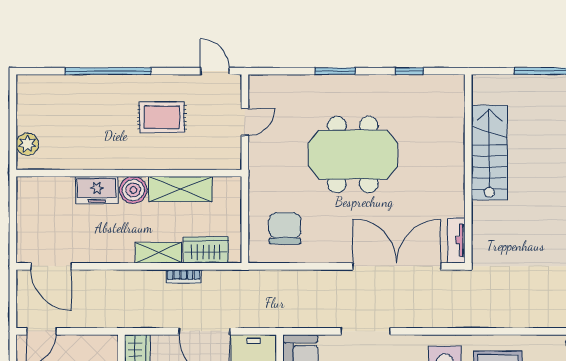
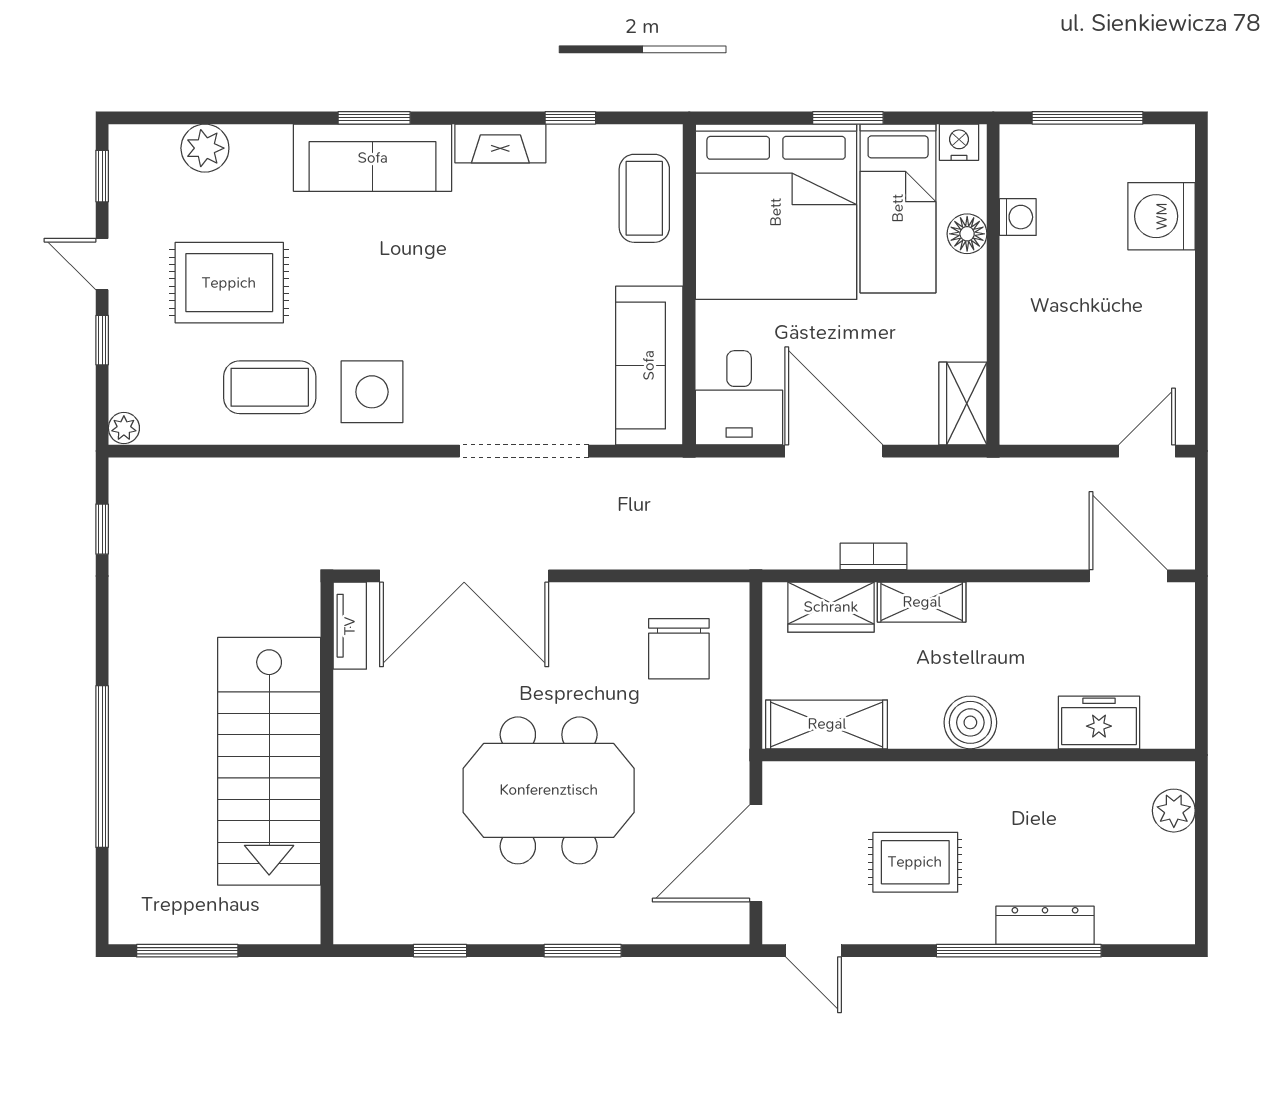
dresser: (94, 84) -> (1045, 925), added
door: (245, 122) -> (756, 853), width x1.87
stairs: (489, 153) -> (269, 761), width x1.36, depth x1.51
shelving: (180, 189) -> (827, 724), moved
freezer: (97, 190) -> (1099, 722), moved
doorway: (366, 331) -> (524, 451), width x1.36

